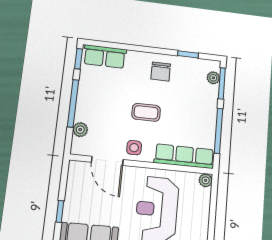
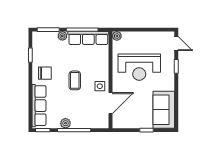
row of seats: (105, 56) -> (39, 106), width x1.48
plant: (213, 78) -> (62, 36), moved
plant: (80, 130) -> (65, 123), moved
row of seats: (184, 156) -> (88, 38), moved, turned -90

